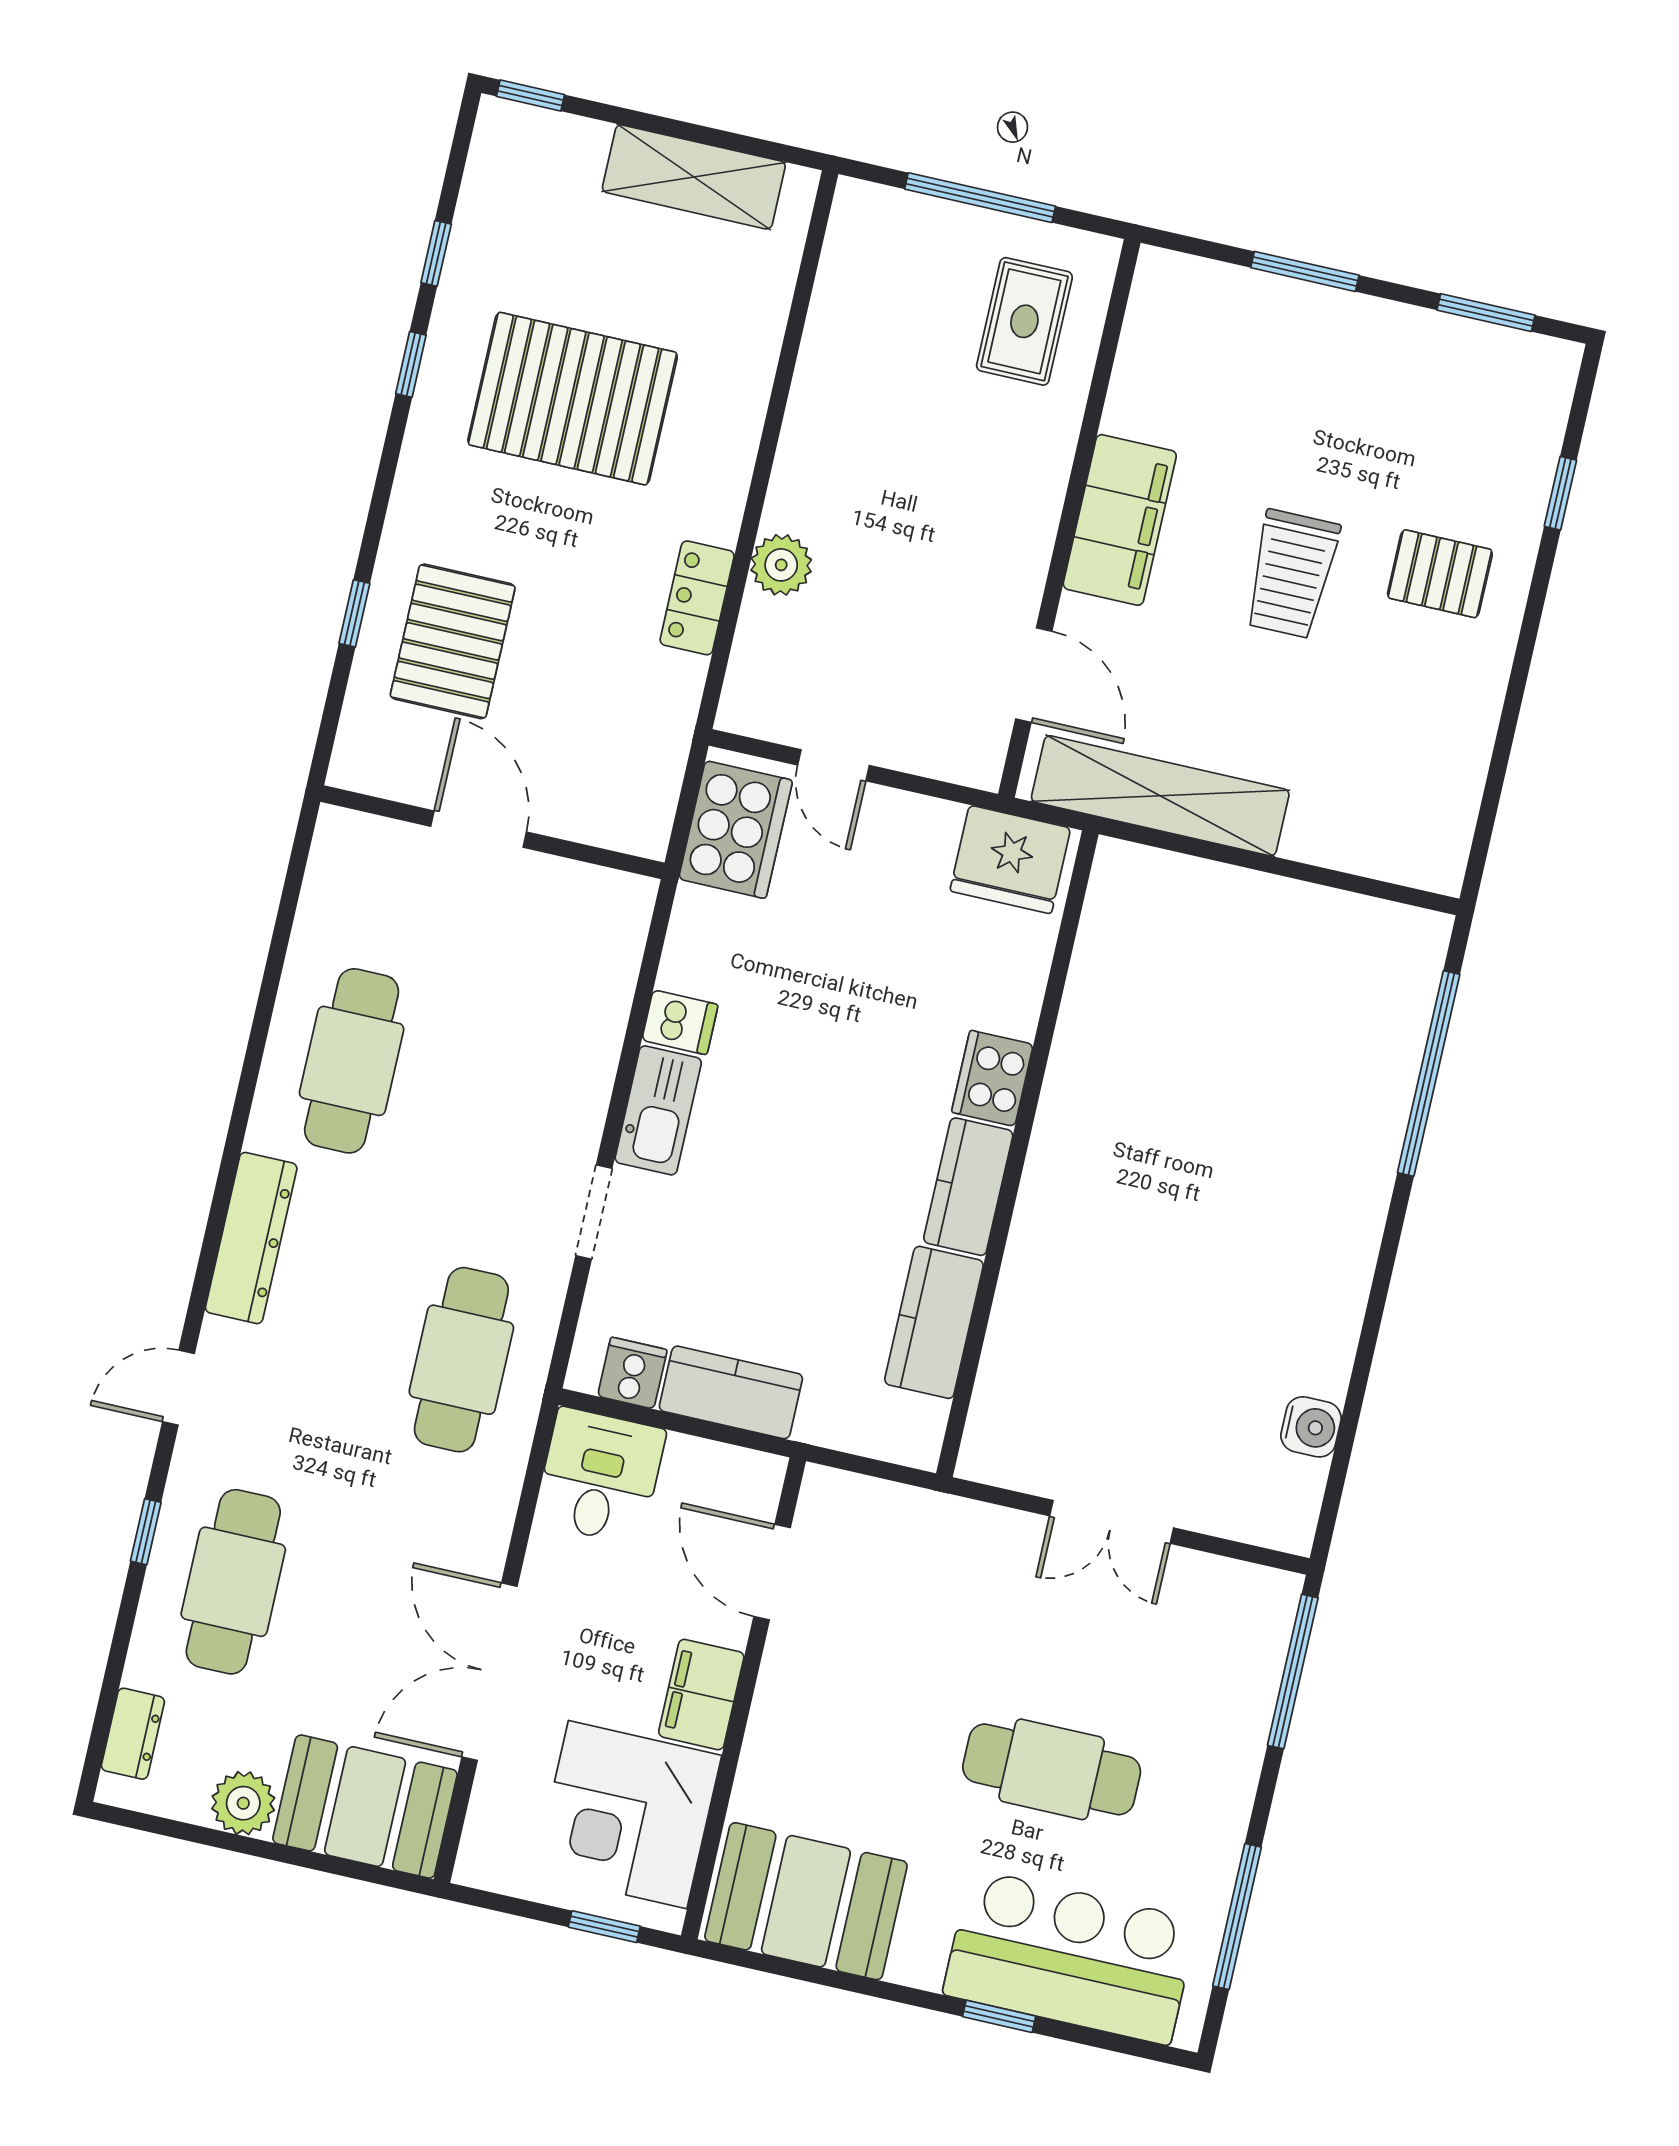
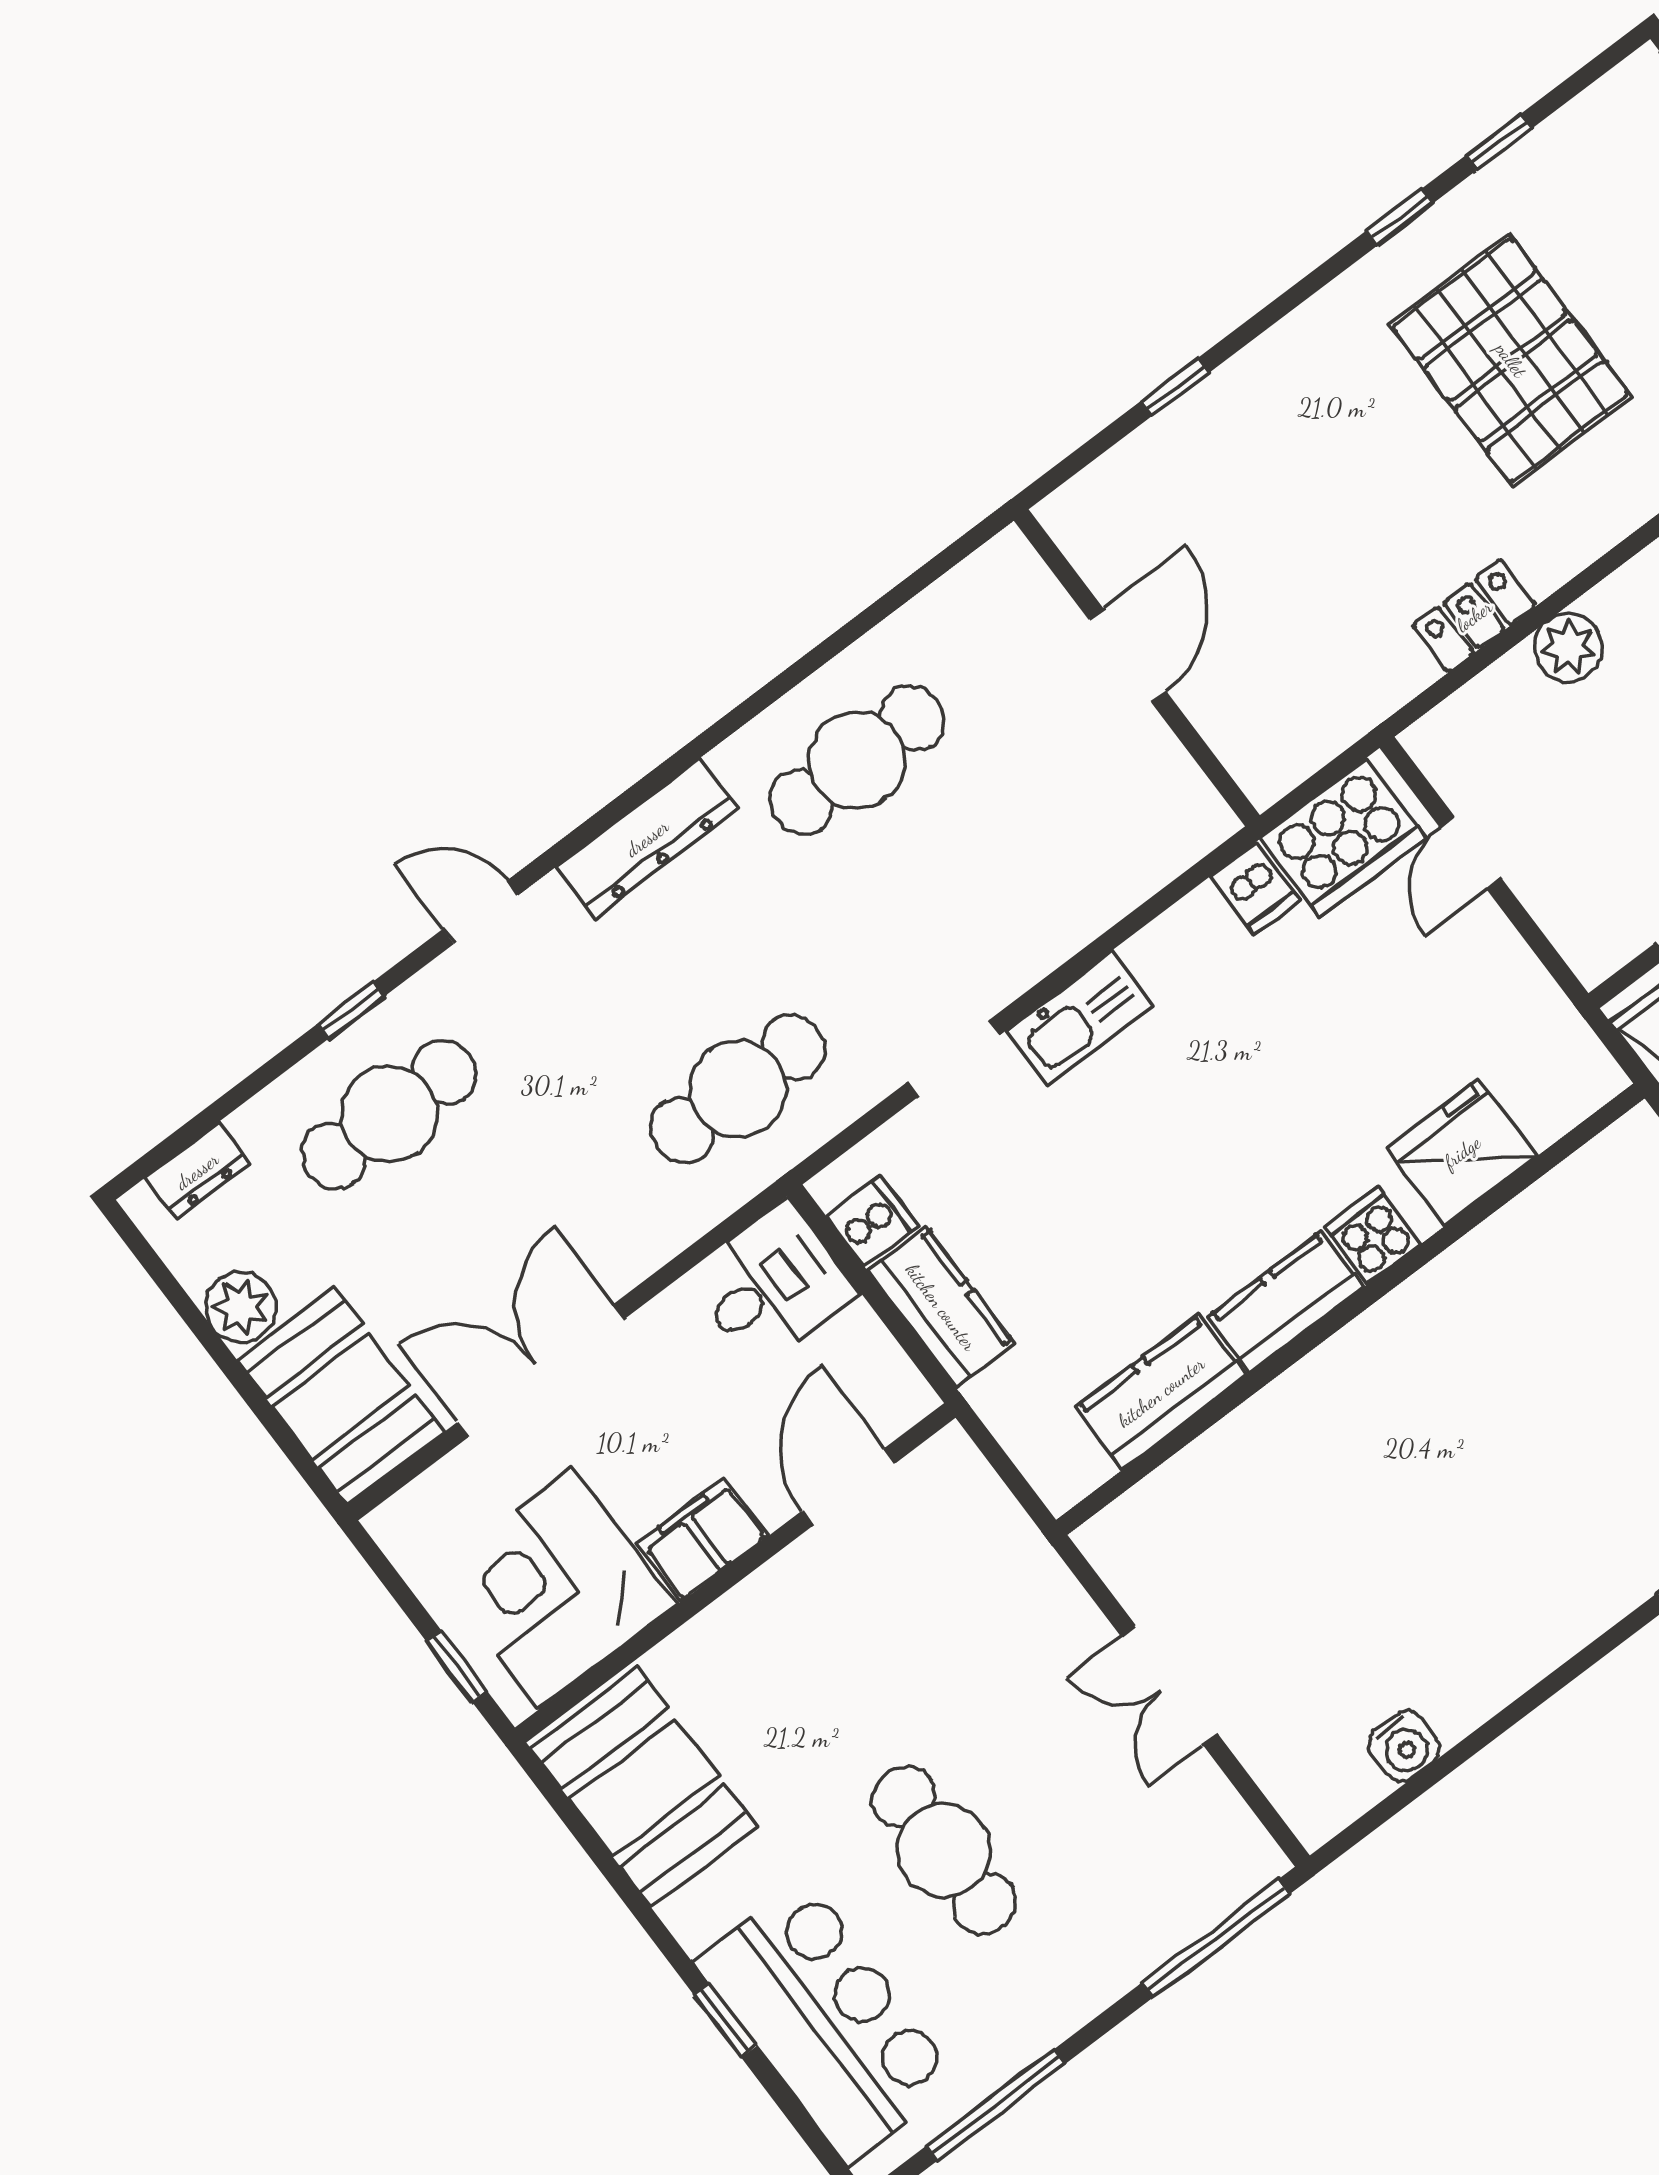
pallet: (453, 641) -> (1238, 479), removed
fridge: (1010, 859) -> (1462, 1152), moved, turned 90
dishwasher: (680, 1022) -> (1255, 888), moved
cooker: (992, 1078) -> (1373, 1236), width x0.73

